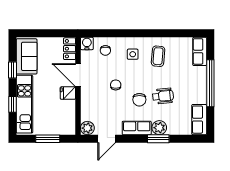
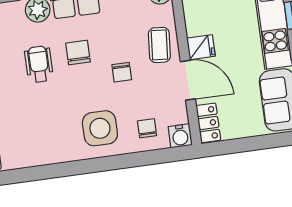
side table: (133, 54) -> (100, 128), width x1.87, depth x1.87
coffee table: (158, 56) -> (159, 45), moved
wheelchair: (163, 96) -> (39, 64), turned 96

